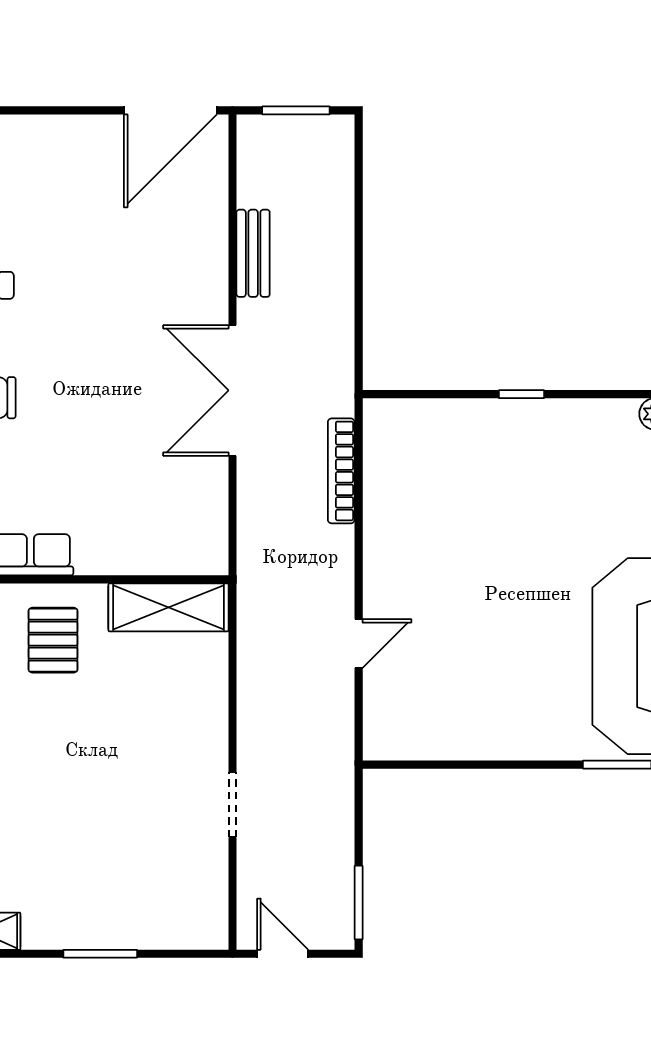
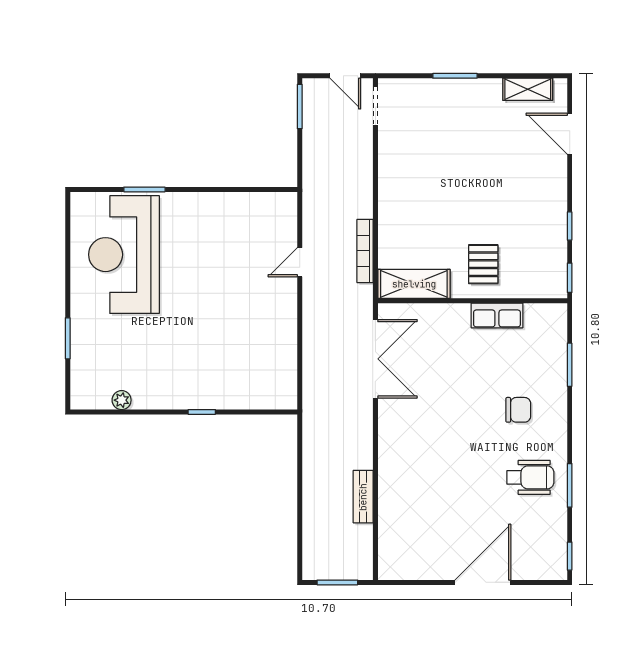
door: (170, 110) -> (483, 582), moved
double door: (233, 390) -> (375, 359), moved
bookcase: (341, 471) -> (365, 251), moved, turned 180
doorway: (233, 805) -> (375, 106), moved

